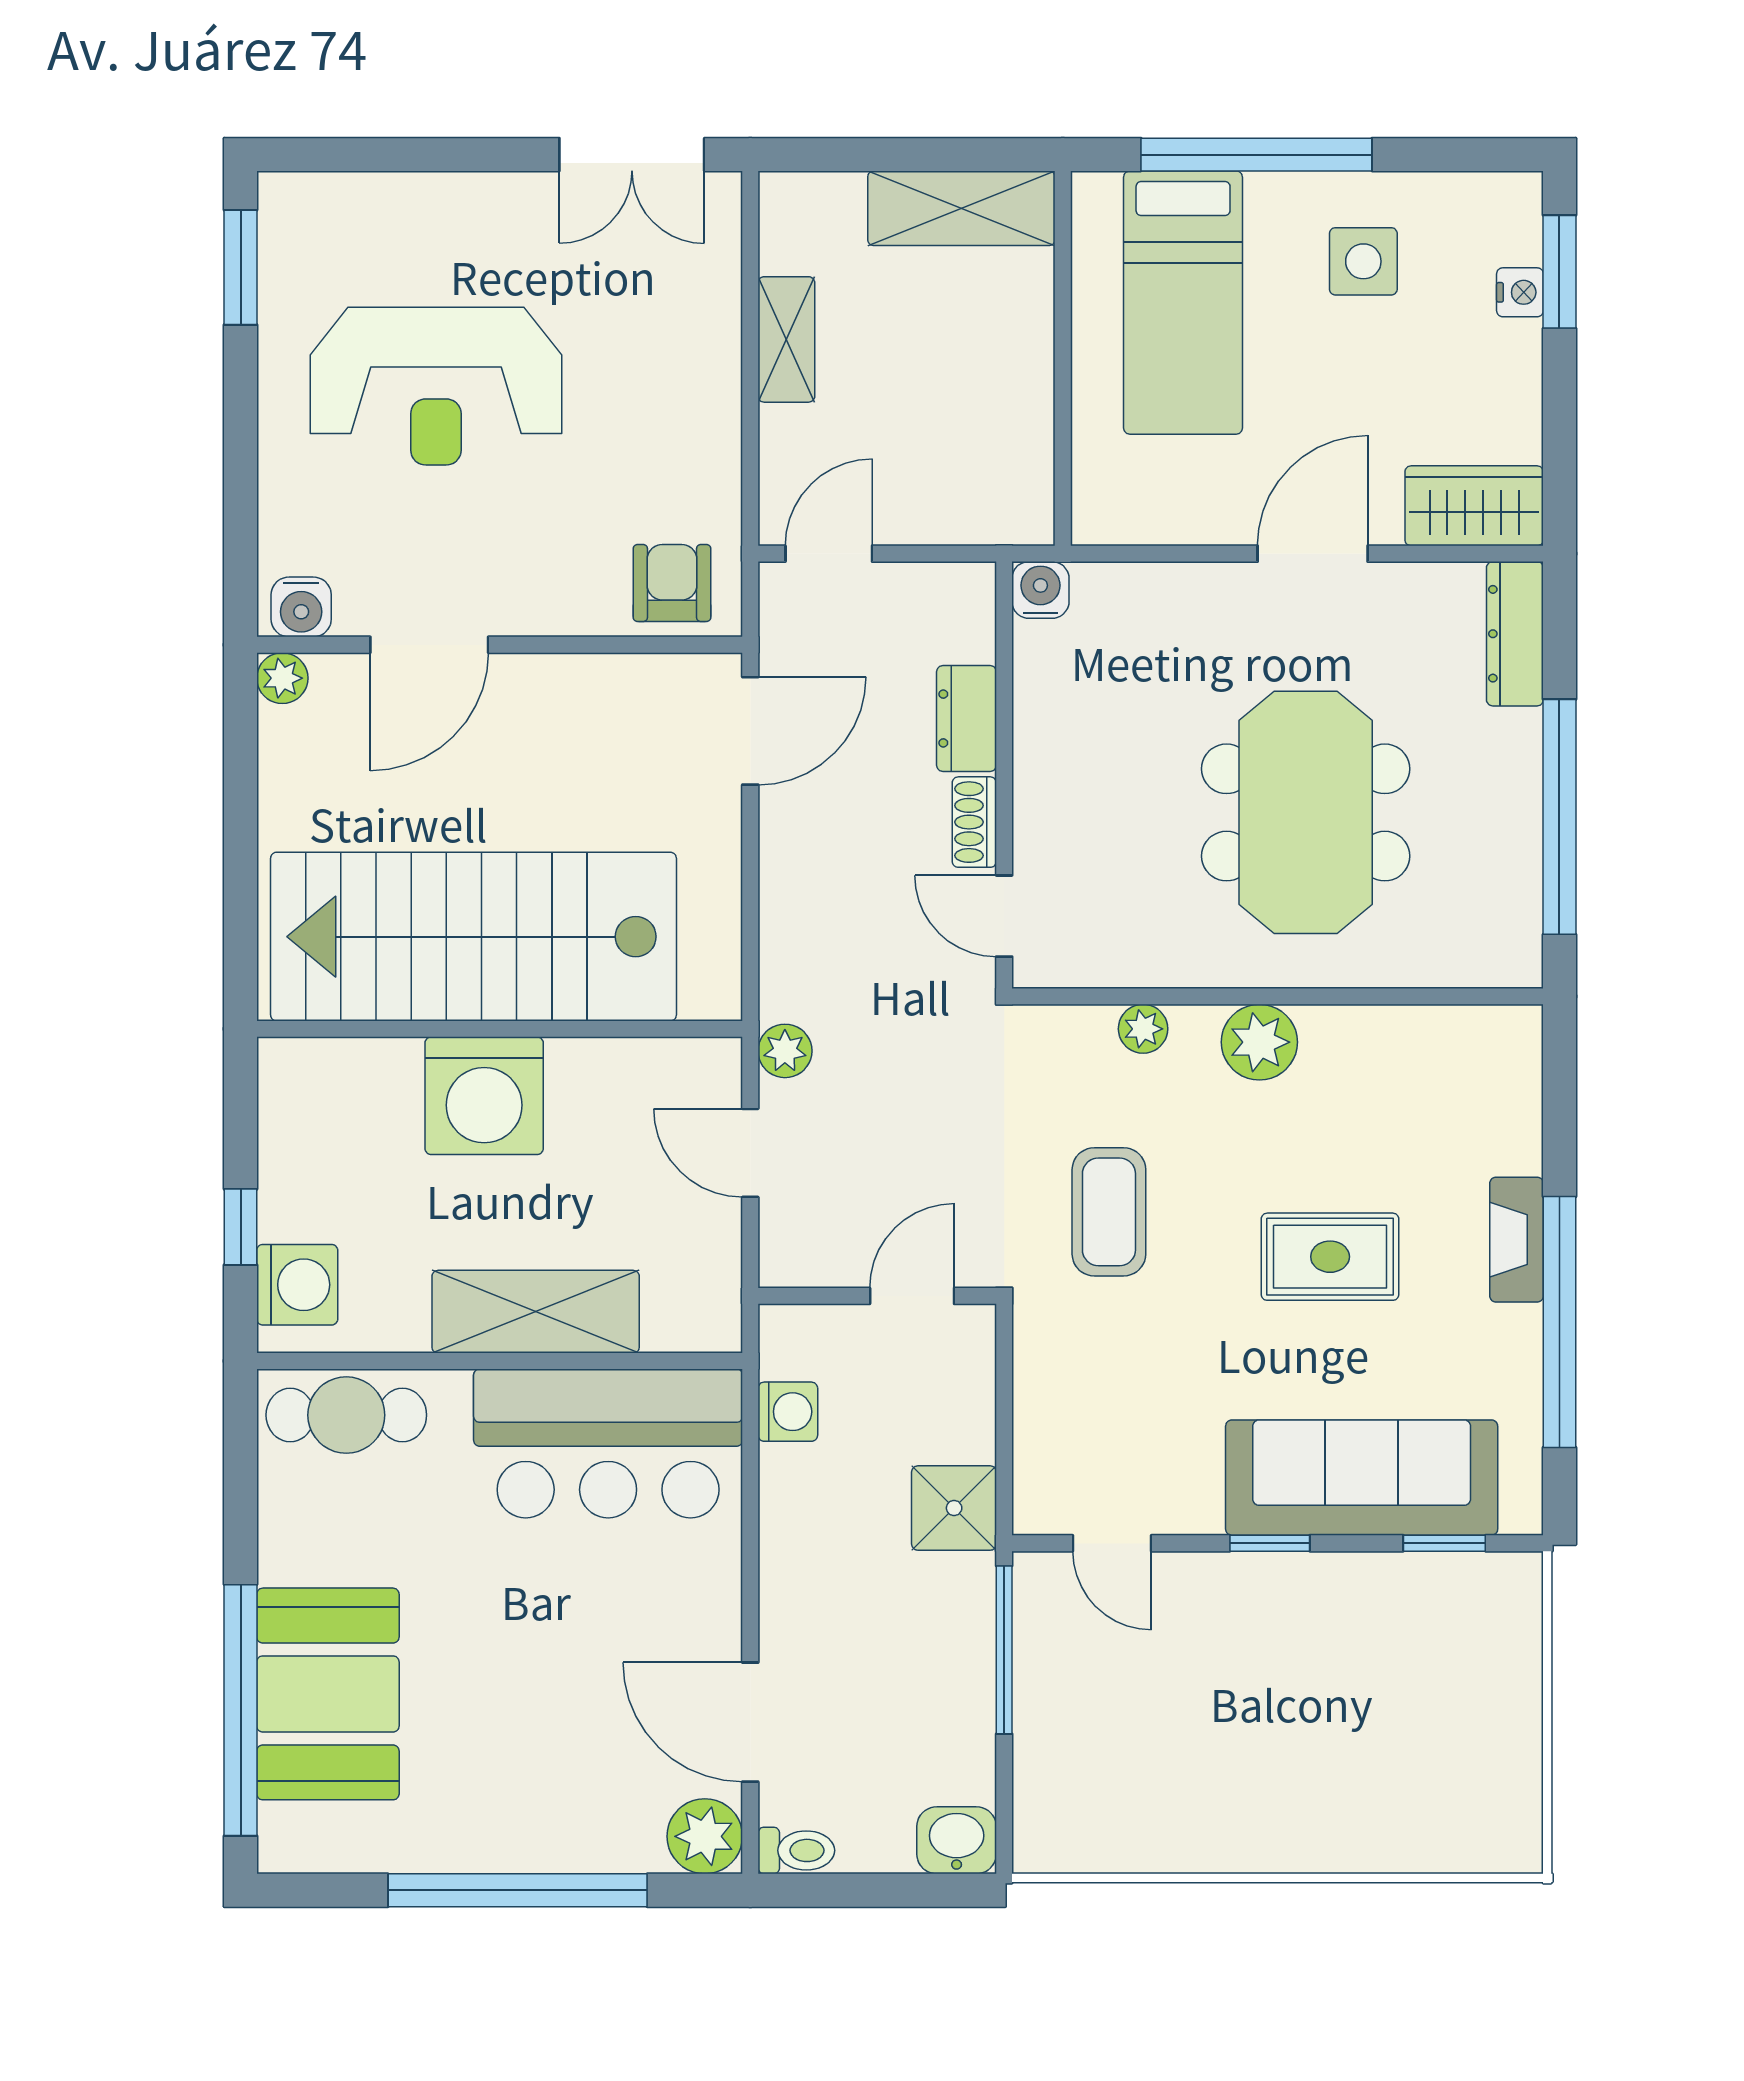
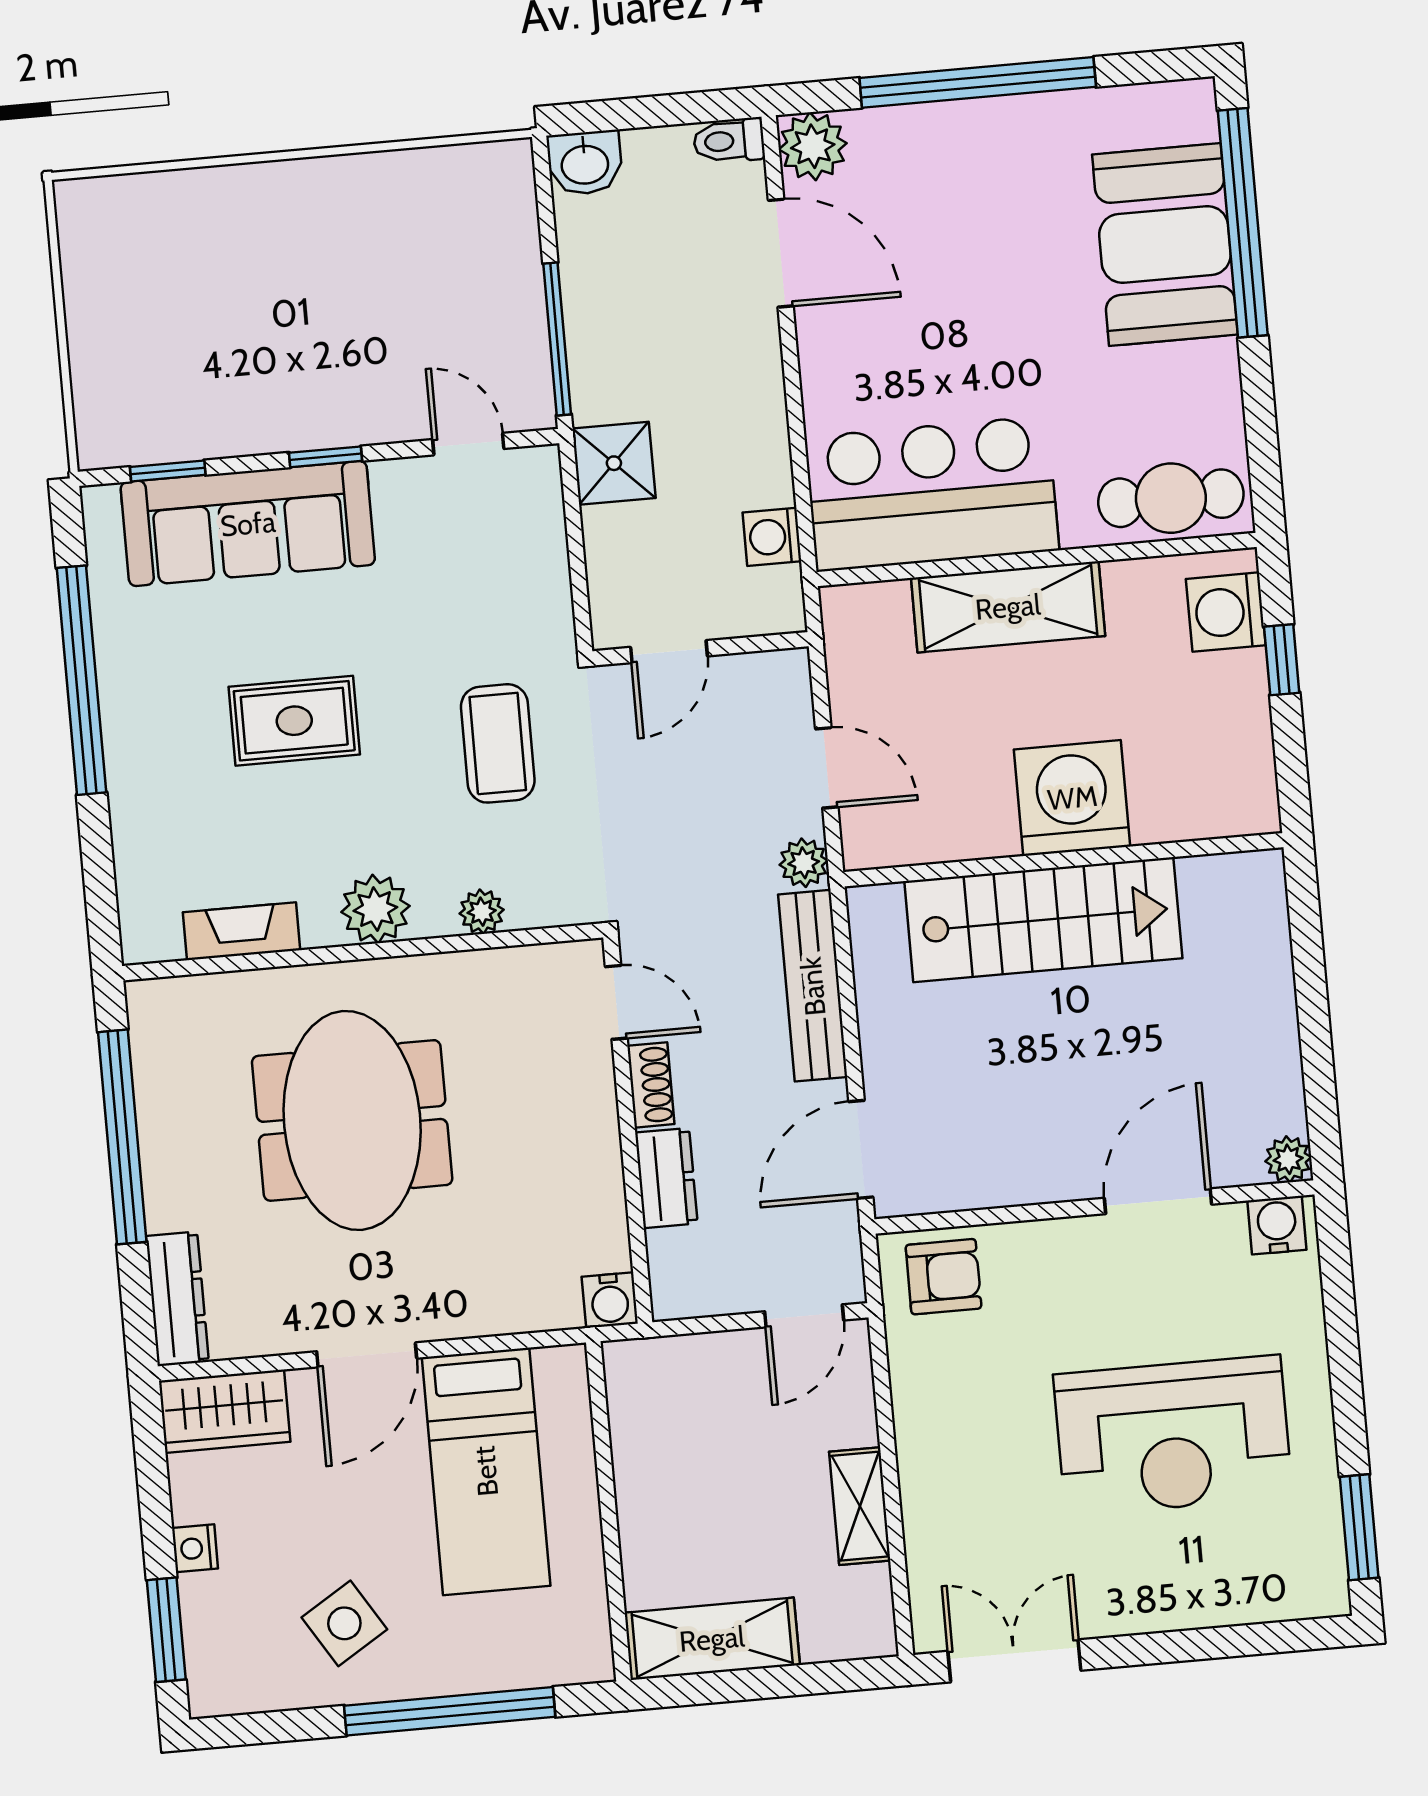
side table: (1363, 261) -> (344, 1623), turned -32
nightstand: (1520, 292) -> (195, 1548), moved
bed: (1183, 303) -> (486, 1471), moved, turned 180
reception desk: (436, 386) -> (1173, 1436), turned 180
armchair: (672, 583) -> (944, 1277), turned -90
bench: (787, 915) -> (813, 986), added
stairs: (473, 937) -> (1043, 920), width x0.73, depth x0.66
fireplace: (1517, 1240) -> (242, 931), moved, turned -90

